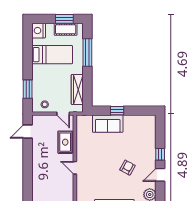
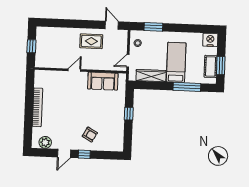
bed: (52, 55) -> (176, 62), moved, turned 180
sofa: (108, 124) -> (103, 81), moved, turned -90
rug: (65, 142) -> (91, 41), moved
armchair: (127, 168) -> (90, 135), moved
door: (160, 175) -> (64, 153), swing flipped

